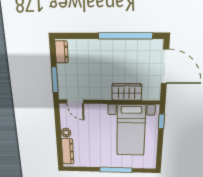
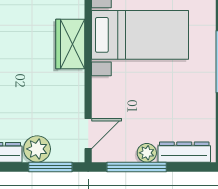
plant: (65, 72) -> (37, 149), added
window: (58, 127) -> (137, 167), added

